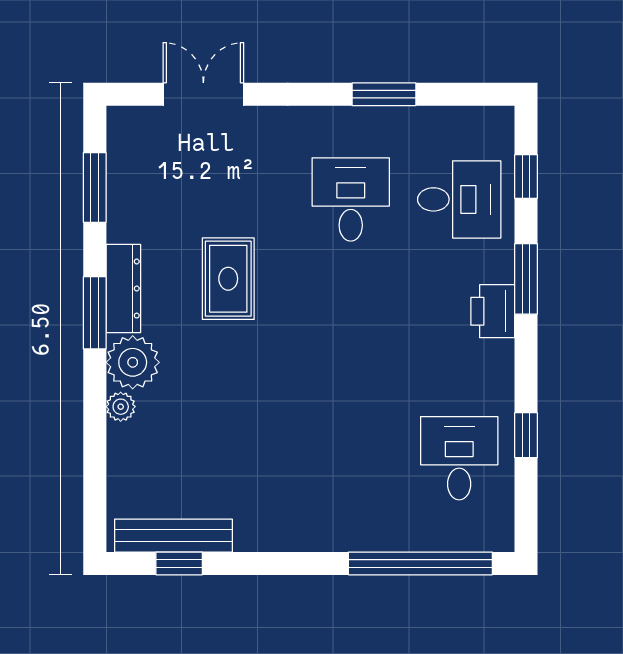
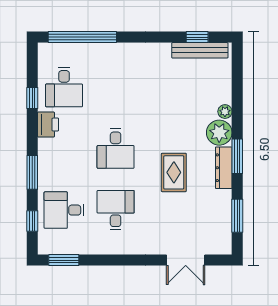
window: (384, 94) -> (64, 260), moved
desk: (351, 199) -> (116, 210), turned 180
printer: (493, 311) -> (48, 125), moved
desk: (351, 329) -> (116, 149), added

